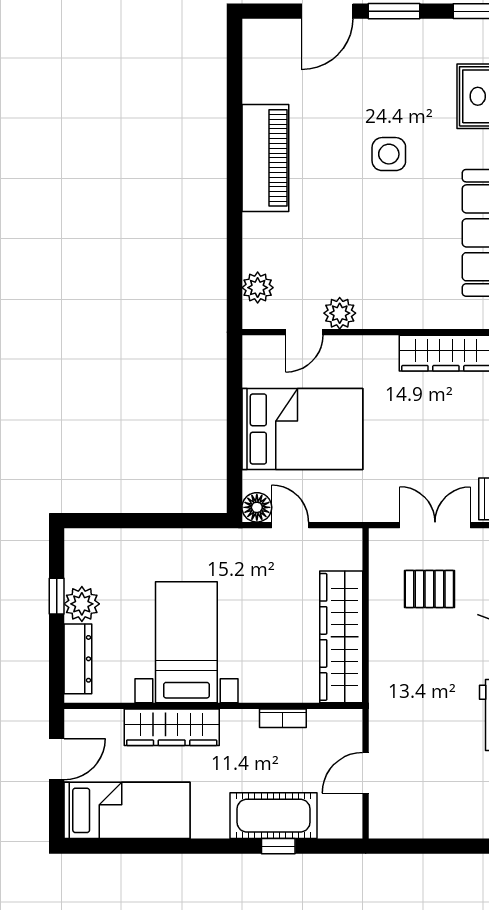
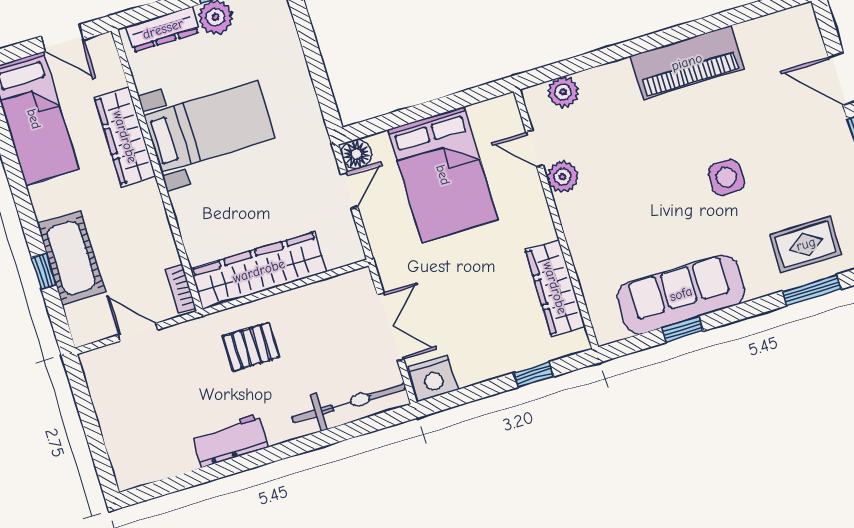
pallet: (429, 589) -> (251, 347), moved, turned 90
bookcase: (283, 718) -> (181, 289), moved

